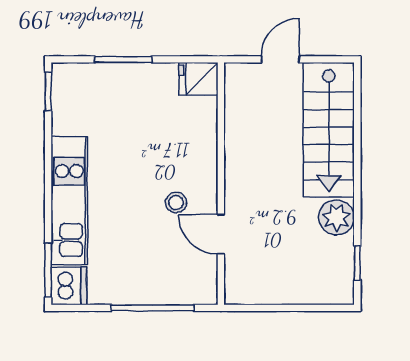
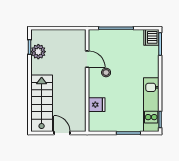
door: (280, 59) -> (62, 133), swing flipped
fridge: (198, 79) -> (97, 105), moved
kitchen unit: (69, 201) -> (151, 105), moved
plant: (337, 217) -> (38, 52), moved

